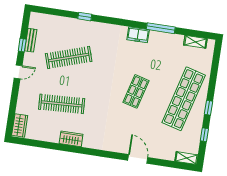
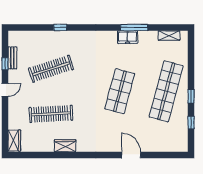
freezer: (138, 35) -> (128, 37), moved
shop shelf: (136, 91) -> (120, 91), width x1.43, depth x1.36
shelving: (186, 158) -> (177, 147), removed

